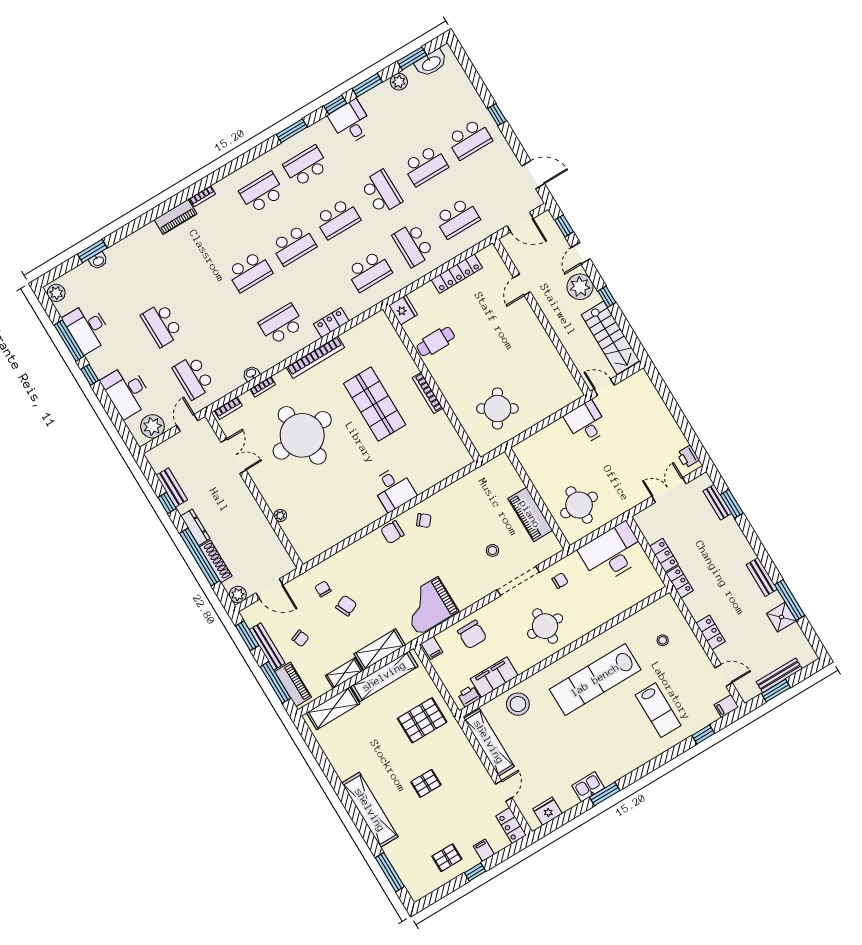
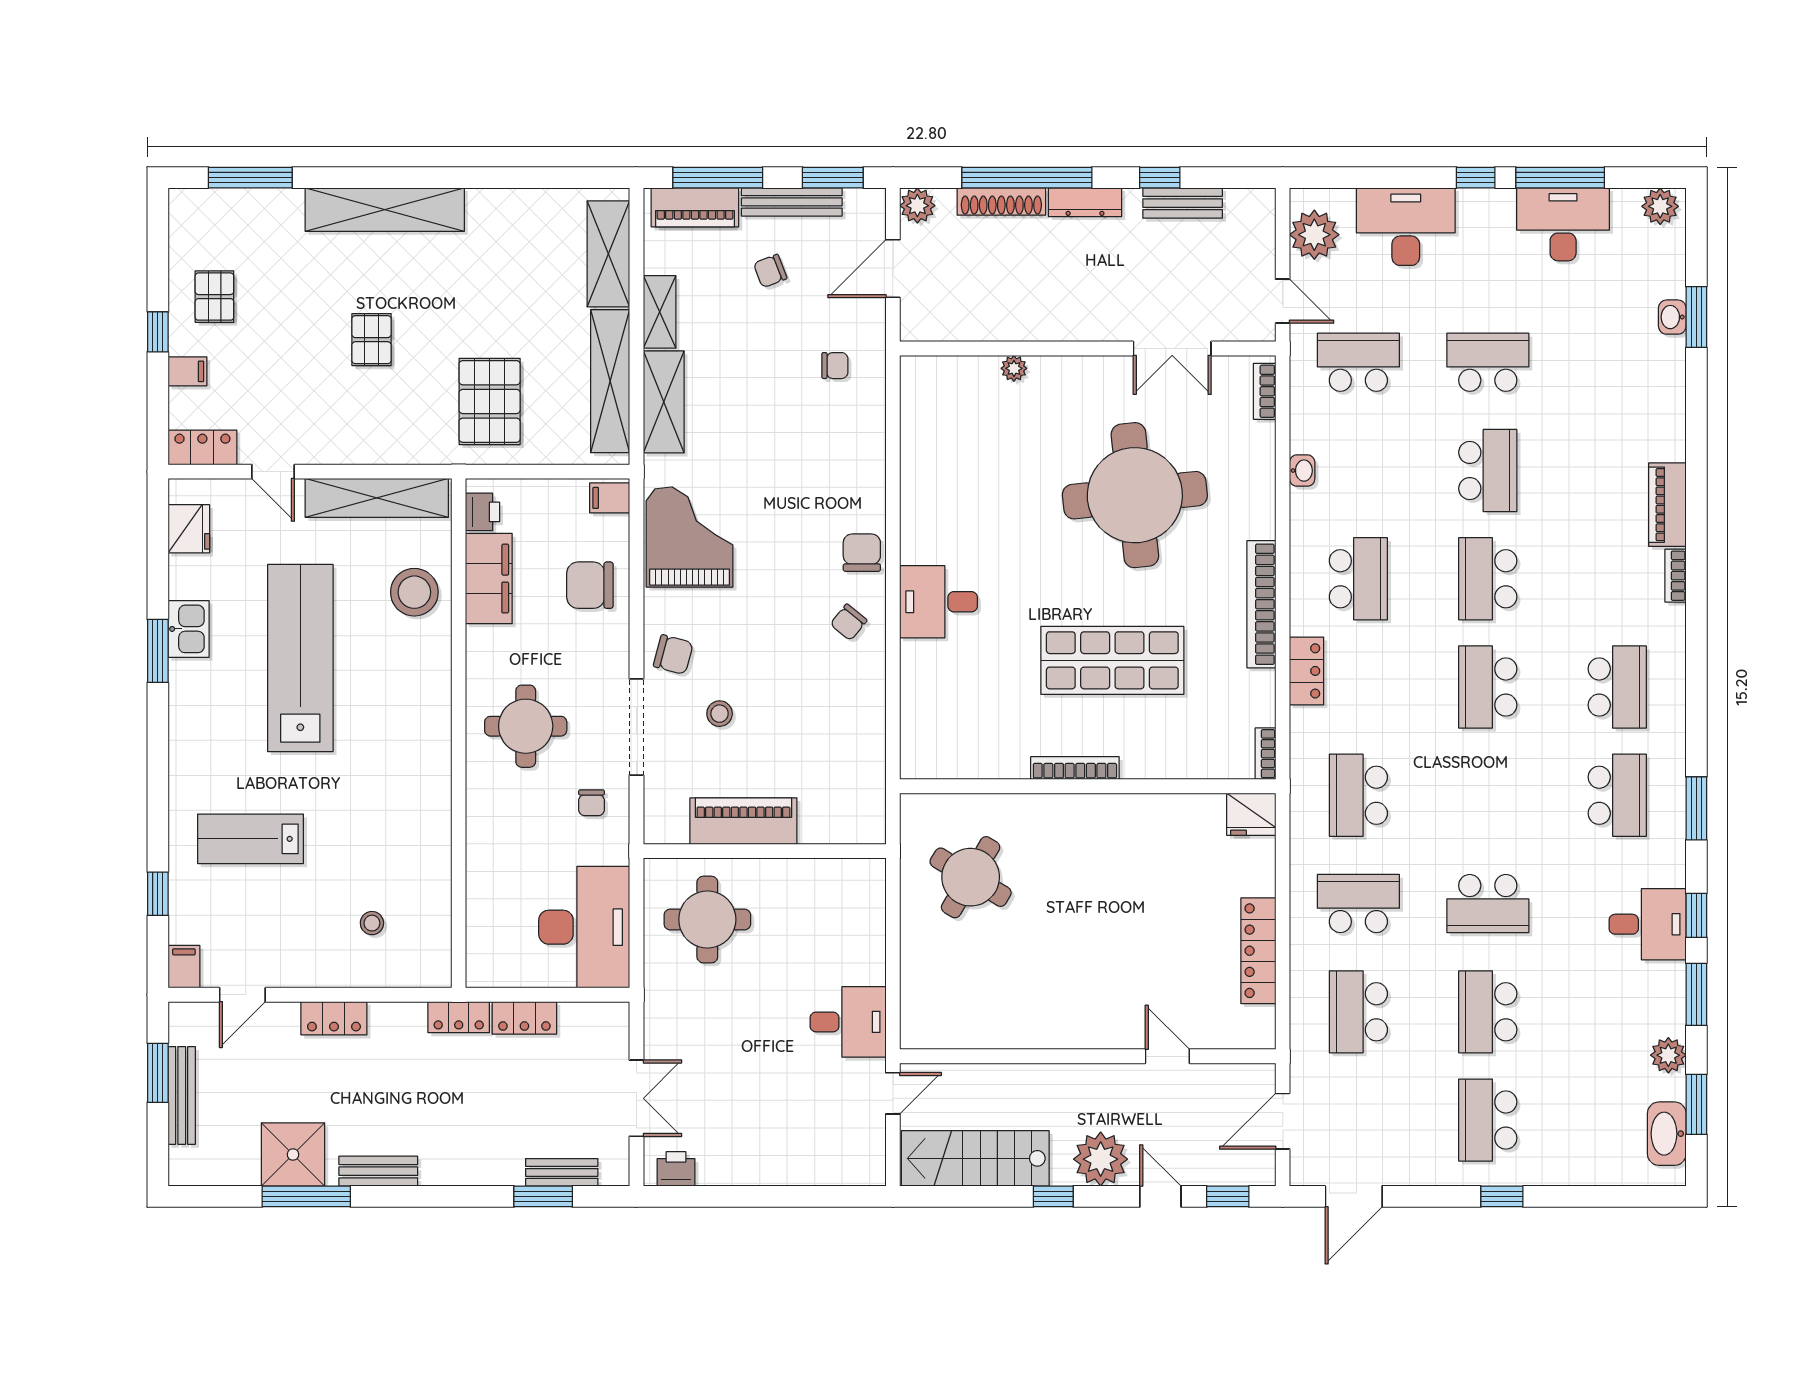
school desk: (338, 219) -> (1488, 471), moved, turned 180
cafe table: (436, 342) -> (1159, 838), removed
bookcase: (263, 387) -> (1266, 754), moved
chair: (346, 606) -> (673, 655), moved, turned -51
shower: (781, 617) -> (293, 1155), width x1.36, depth x1.36
lab bench: (595, 680) -> (300, 658), moved

